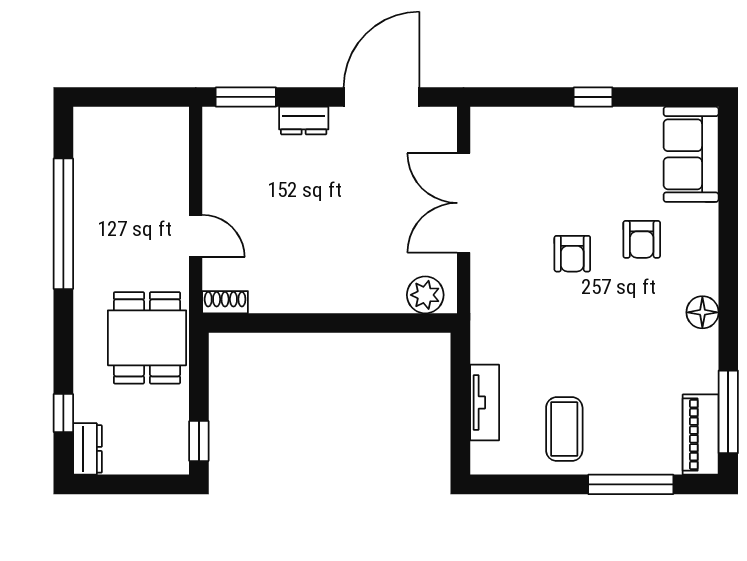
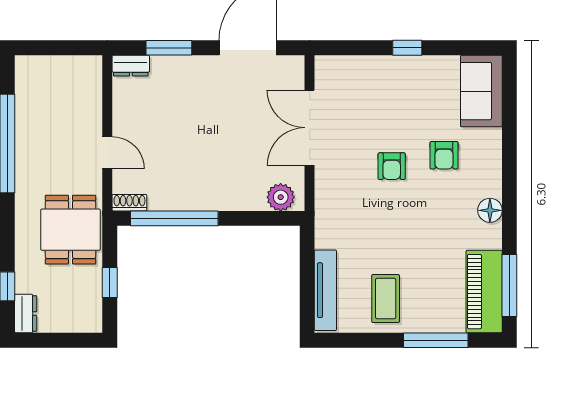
window: (246, 97) -> (169, 48), moved
dresser: (304, 121) -> (131, 66), moved
window: (284, 323) -> (174, 218), added
tv unit: (485, 403) -> (325, 290), width x1.41
piano: (701, 435) -> (484, 292), width x1.37, depth x1.33
window: (199, 441) -> (110, 282), moved

